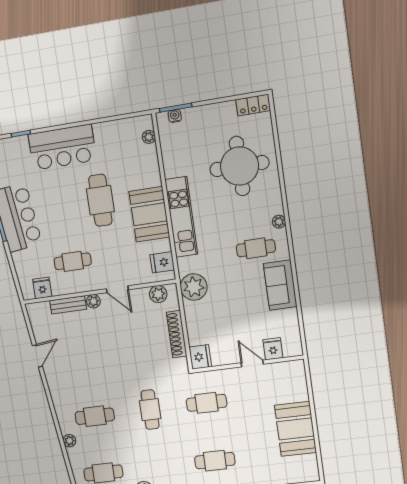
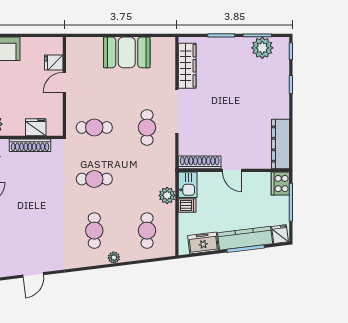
door: (37, 356) -> (33, 275), swing flipped
fridge: (200, 357) -> (36, 127), moved
cafe table: (207, 403) -> (94, 127), turned 90

